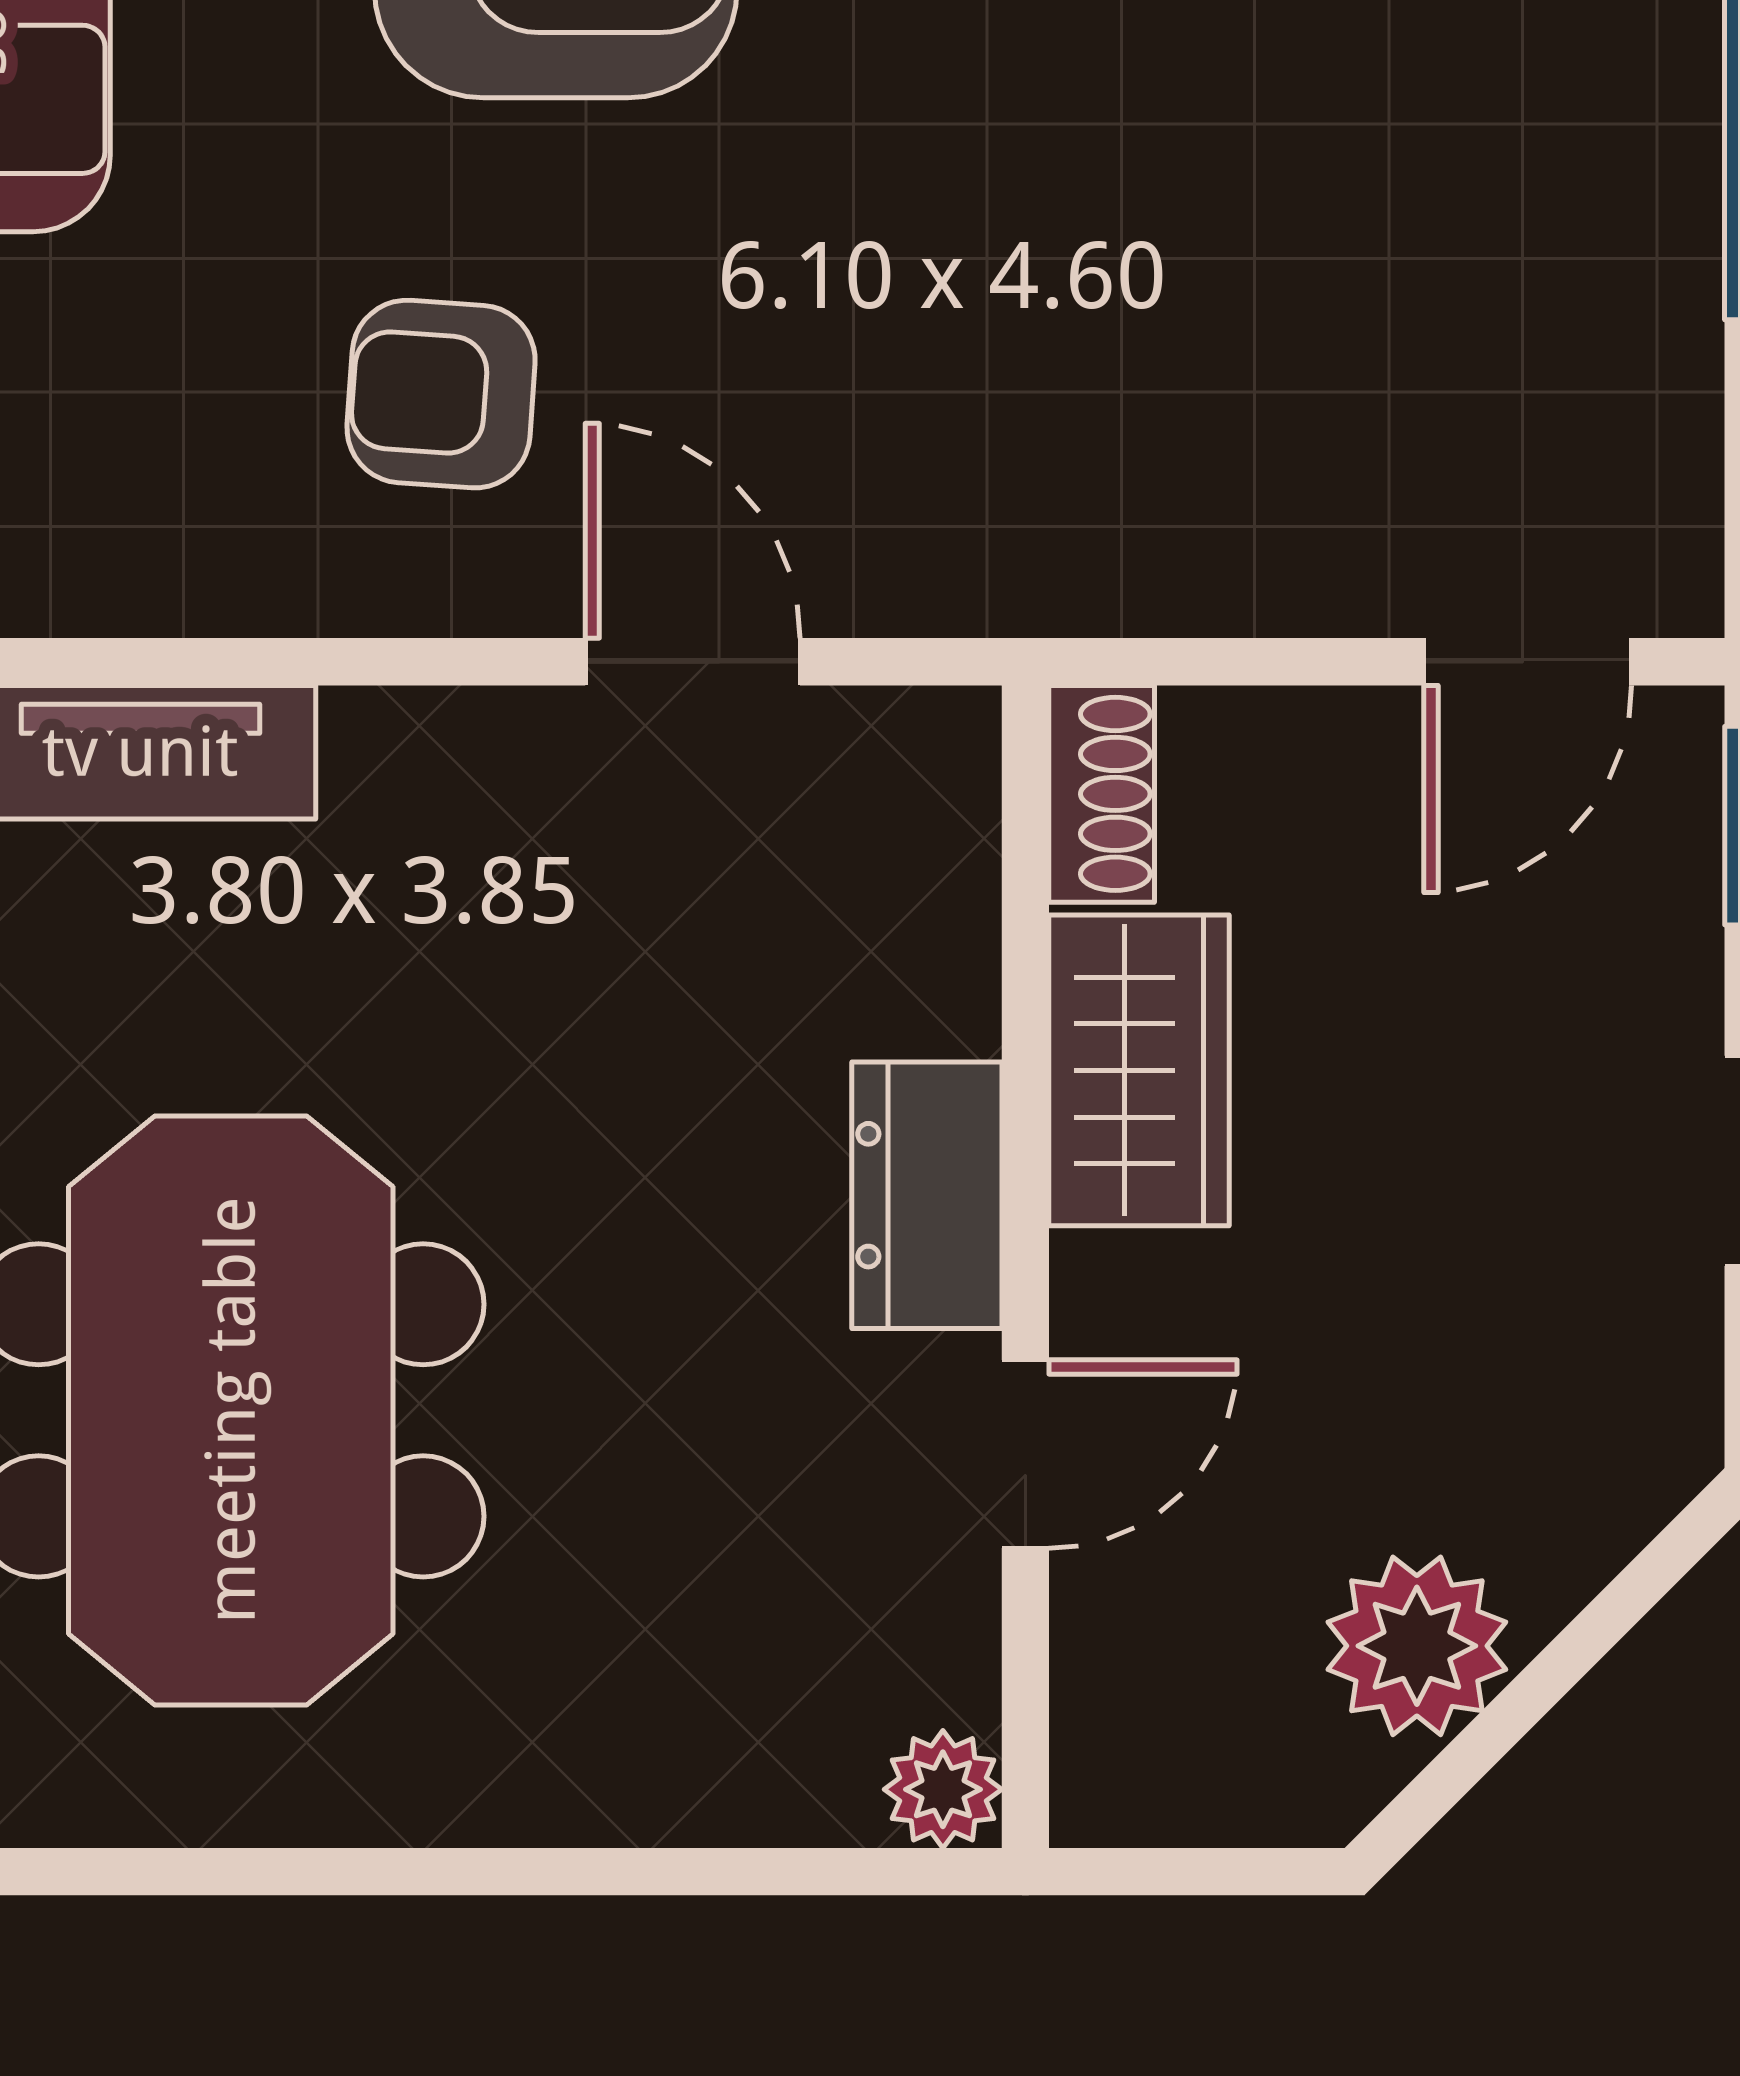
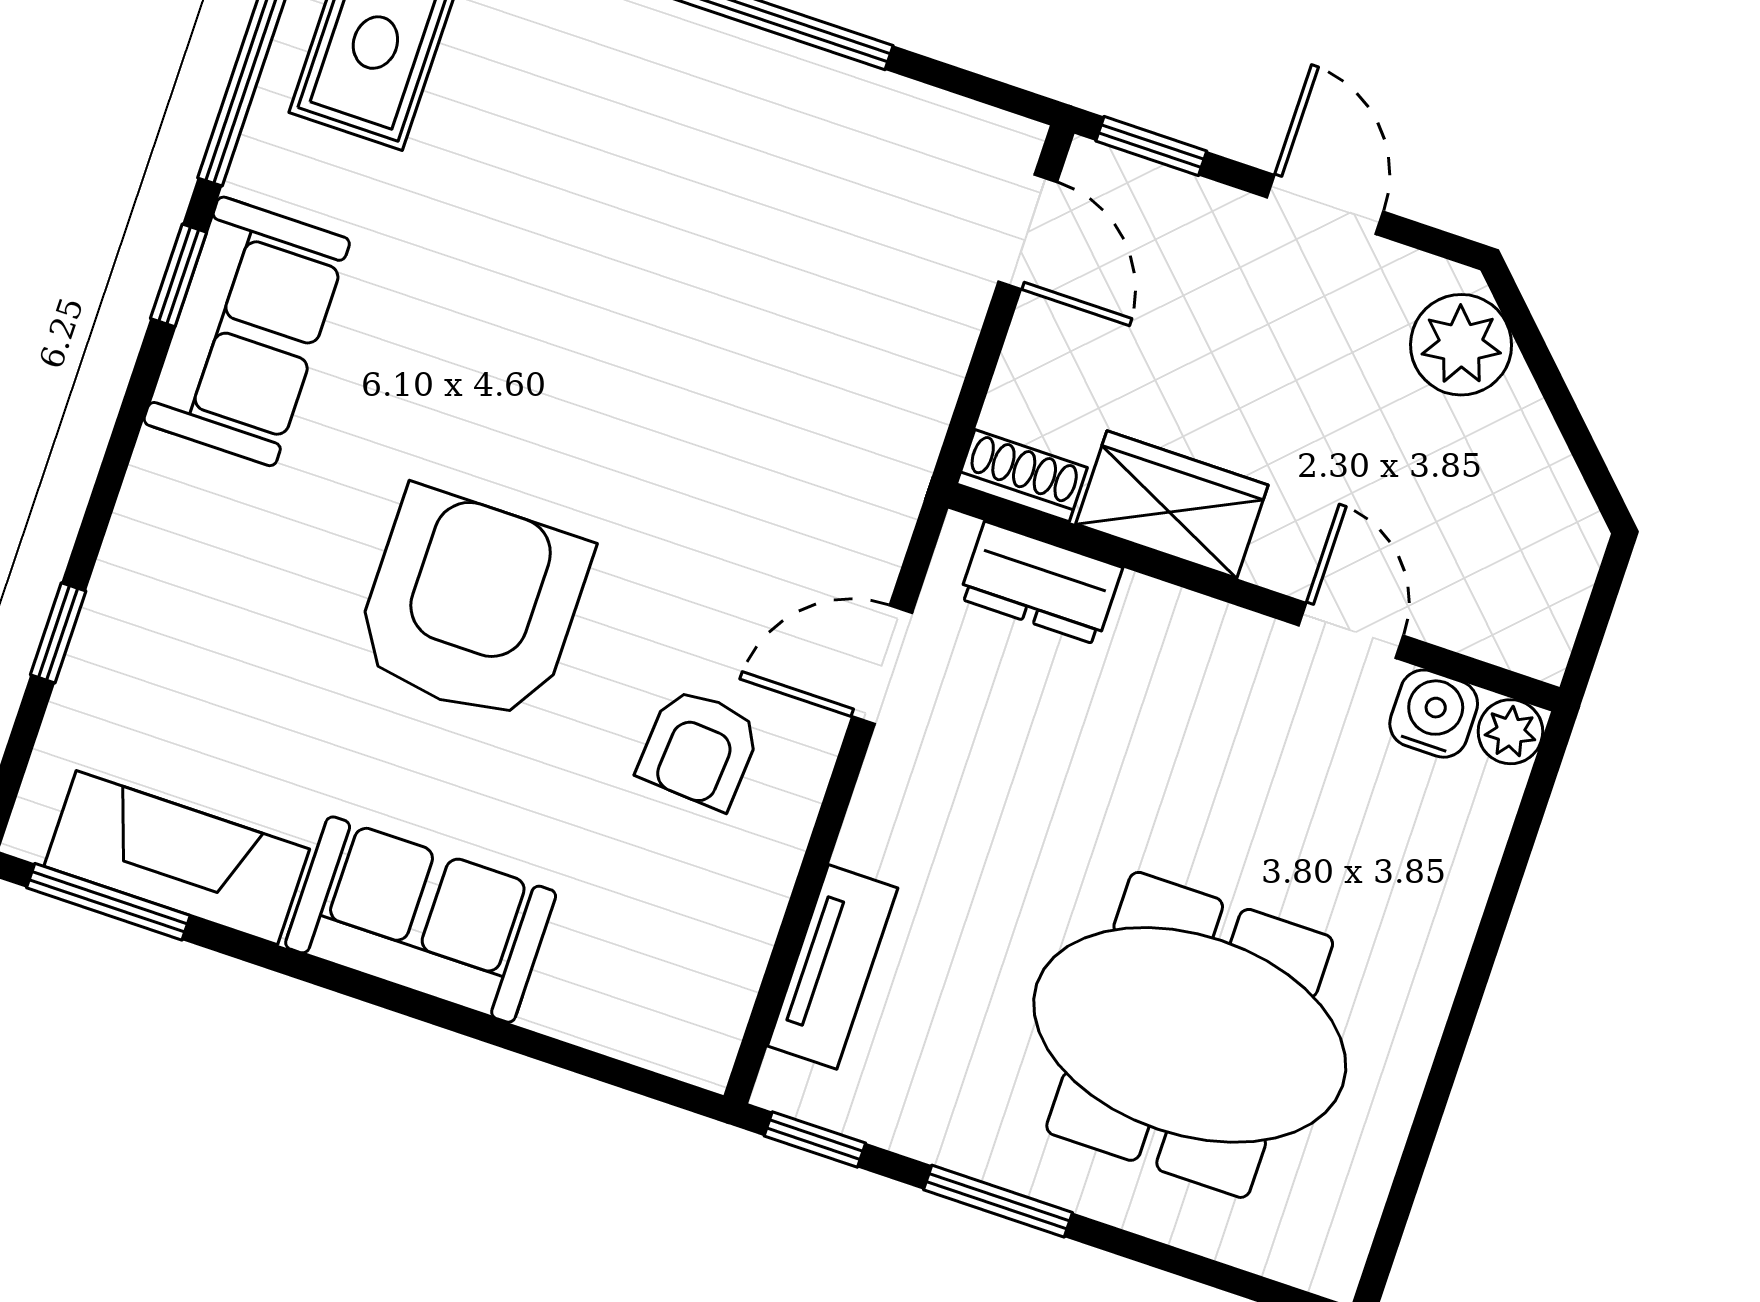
dresser: (927, 1195) -> (1041, 583), moved
water cooler: (930, 1646) -> (1434, 714), added
plant: (1417, 1646) -> (1461, 345), moved

